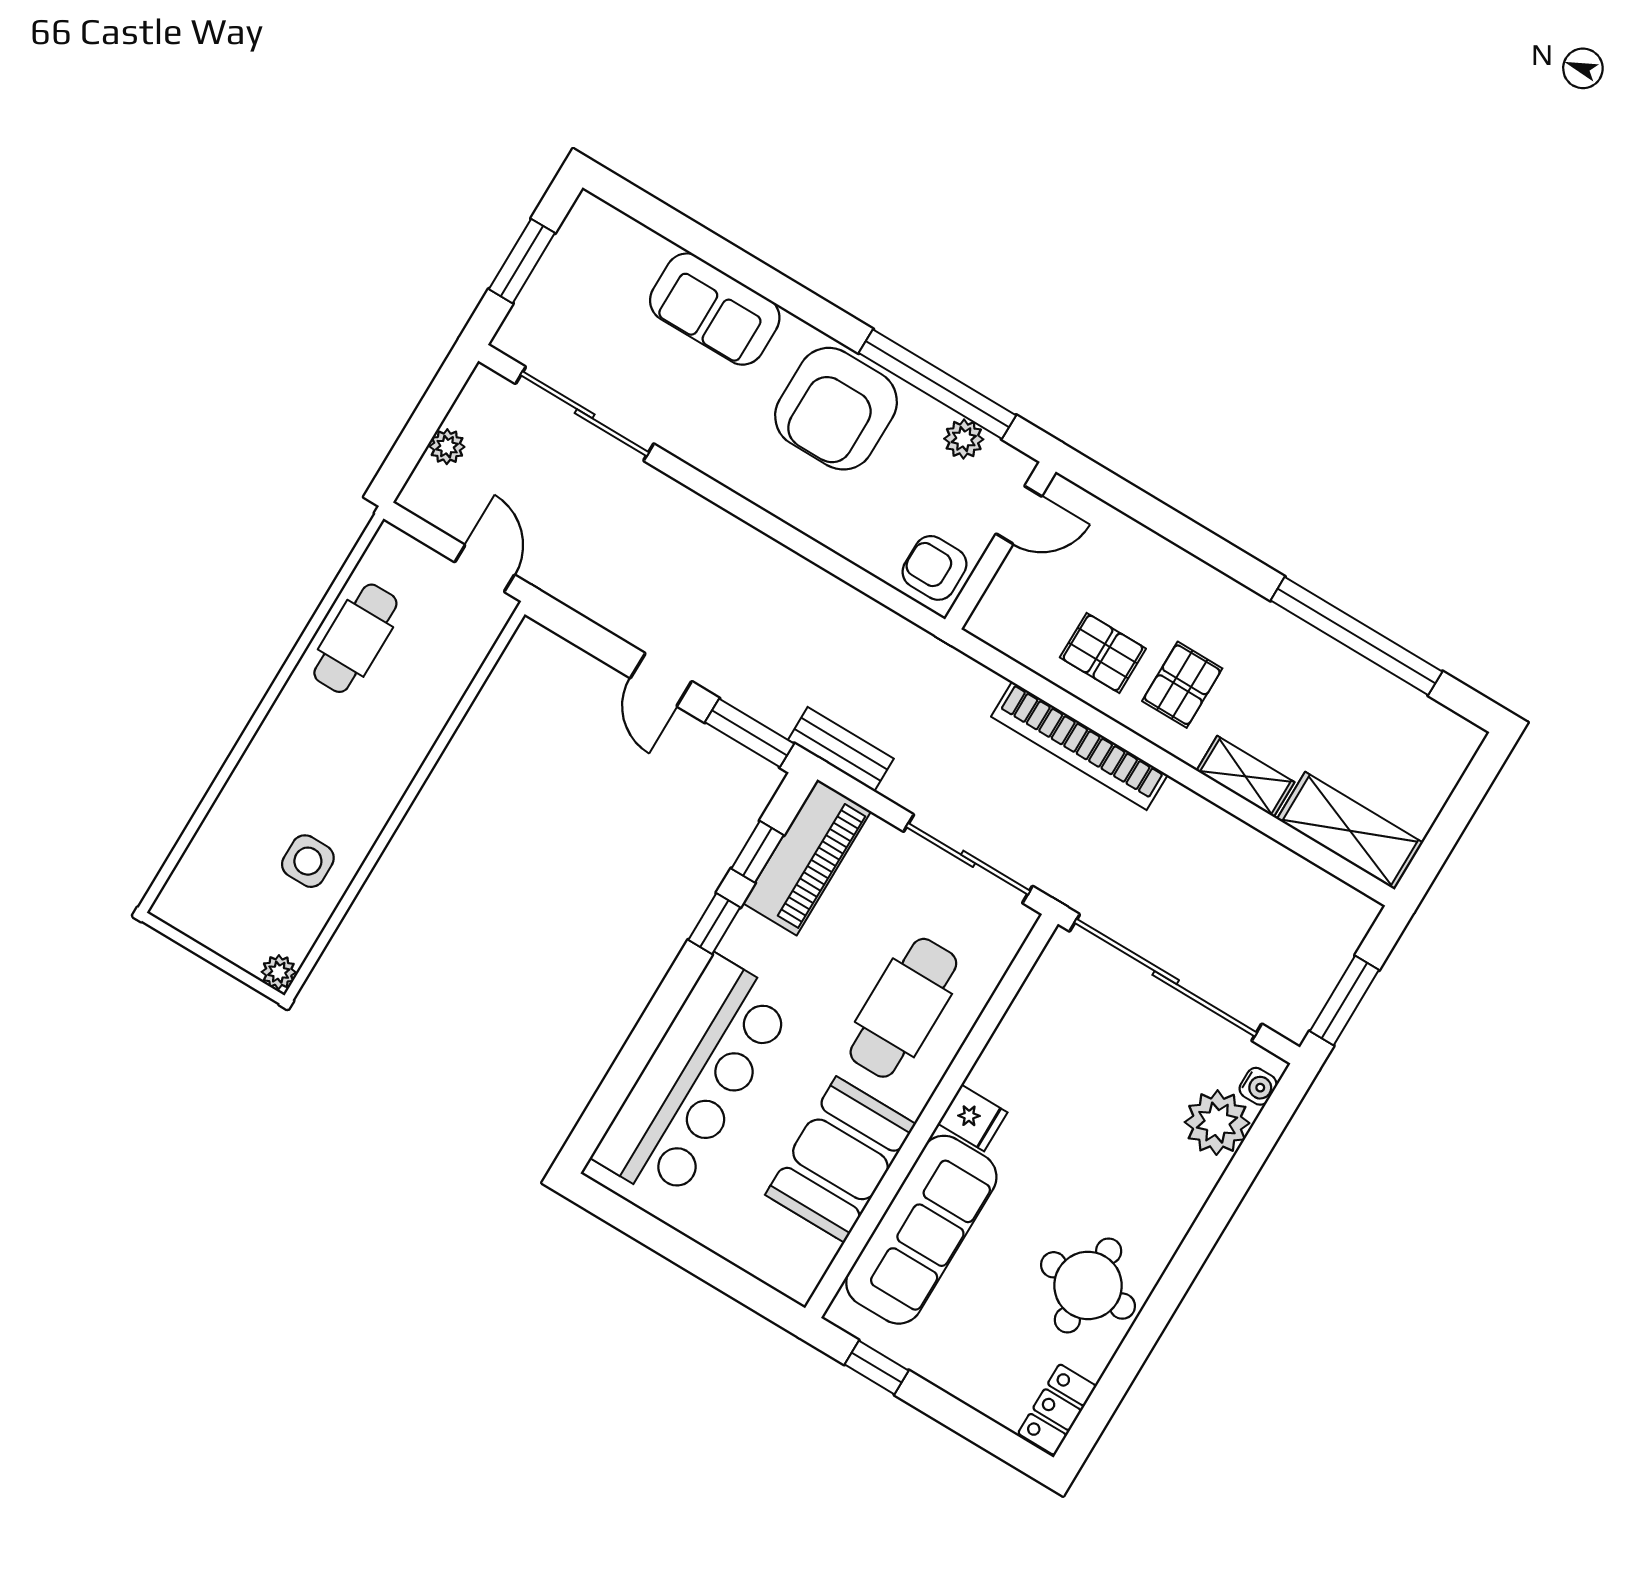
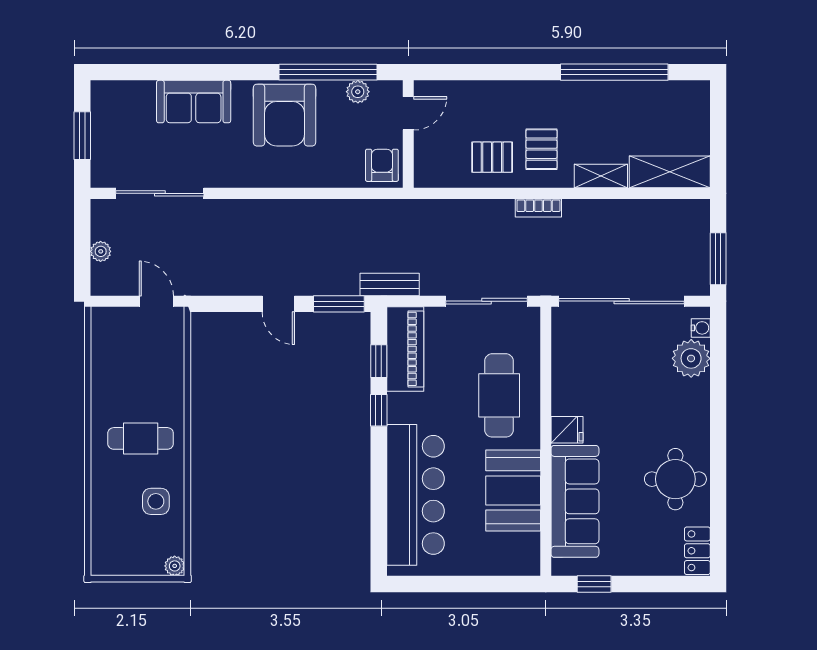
armchair: (934, 568) -> (382, 165), turned 90
cafe table: (355, 638) -> (141, 438), moved, turned 90
bookcase: (1079, 746) -> (538, 208), width x0.43, depth x0.76

